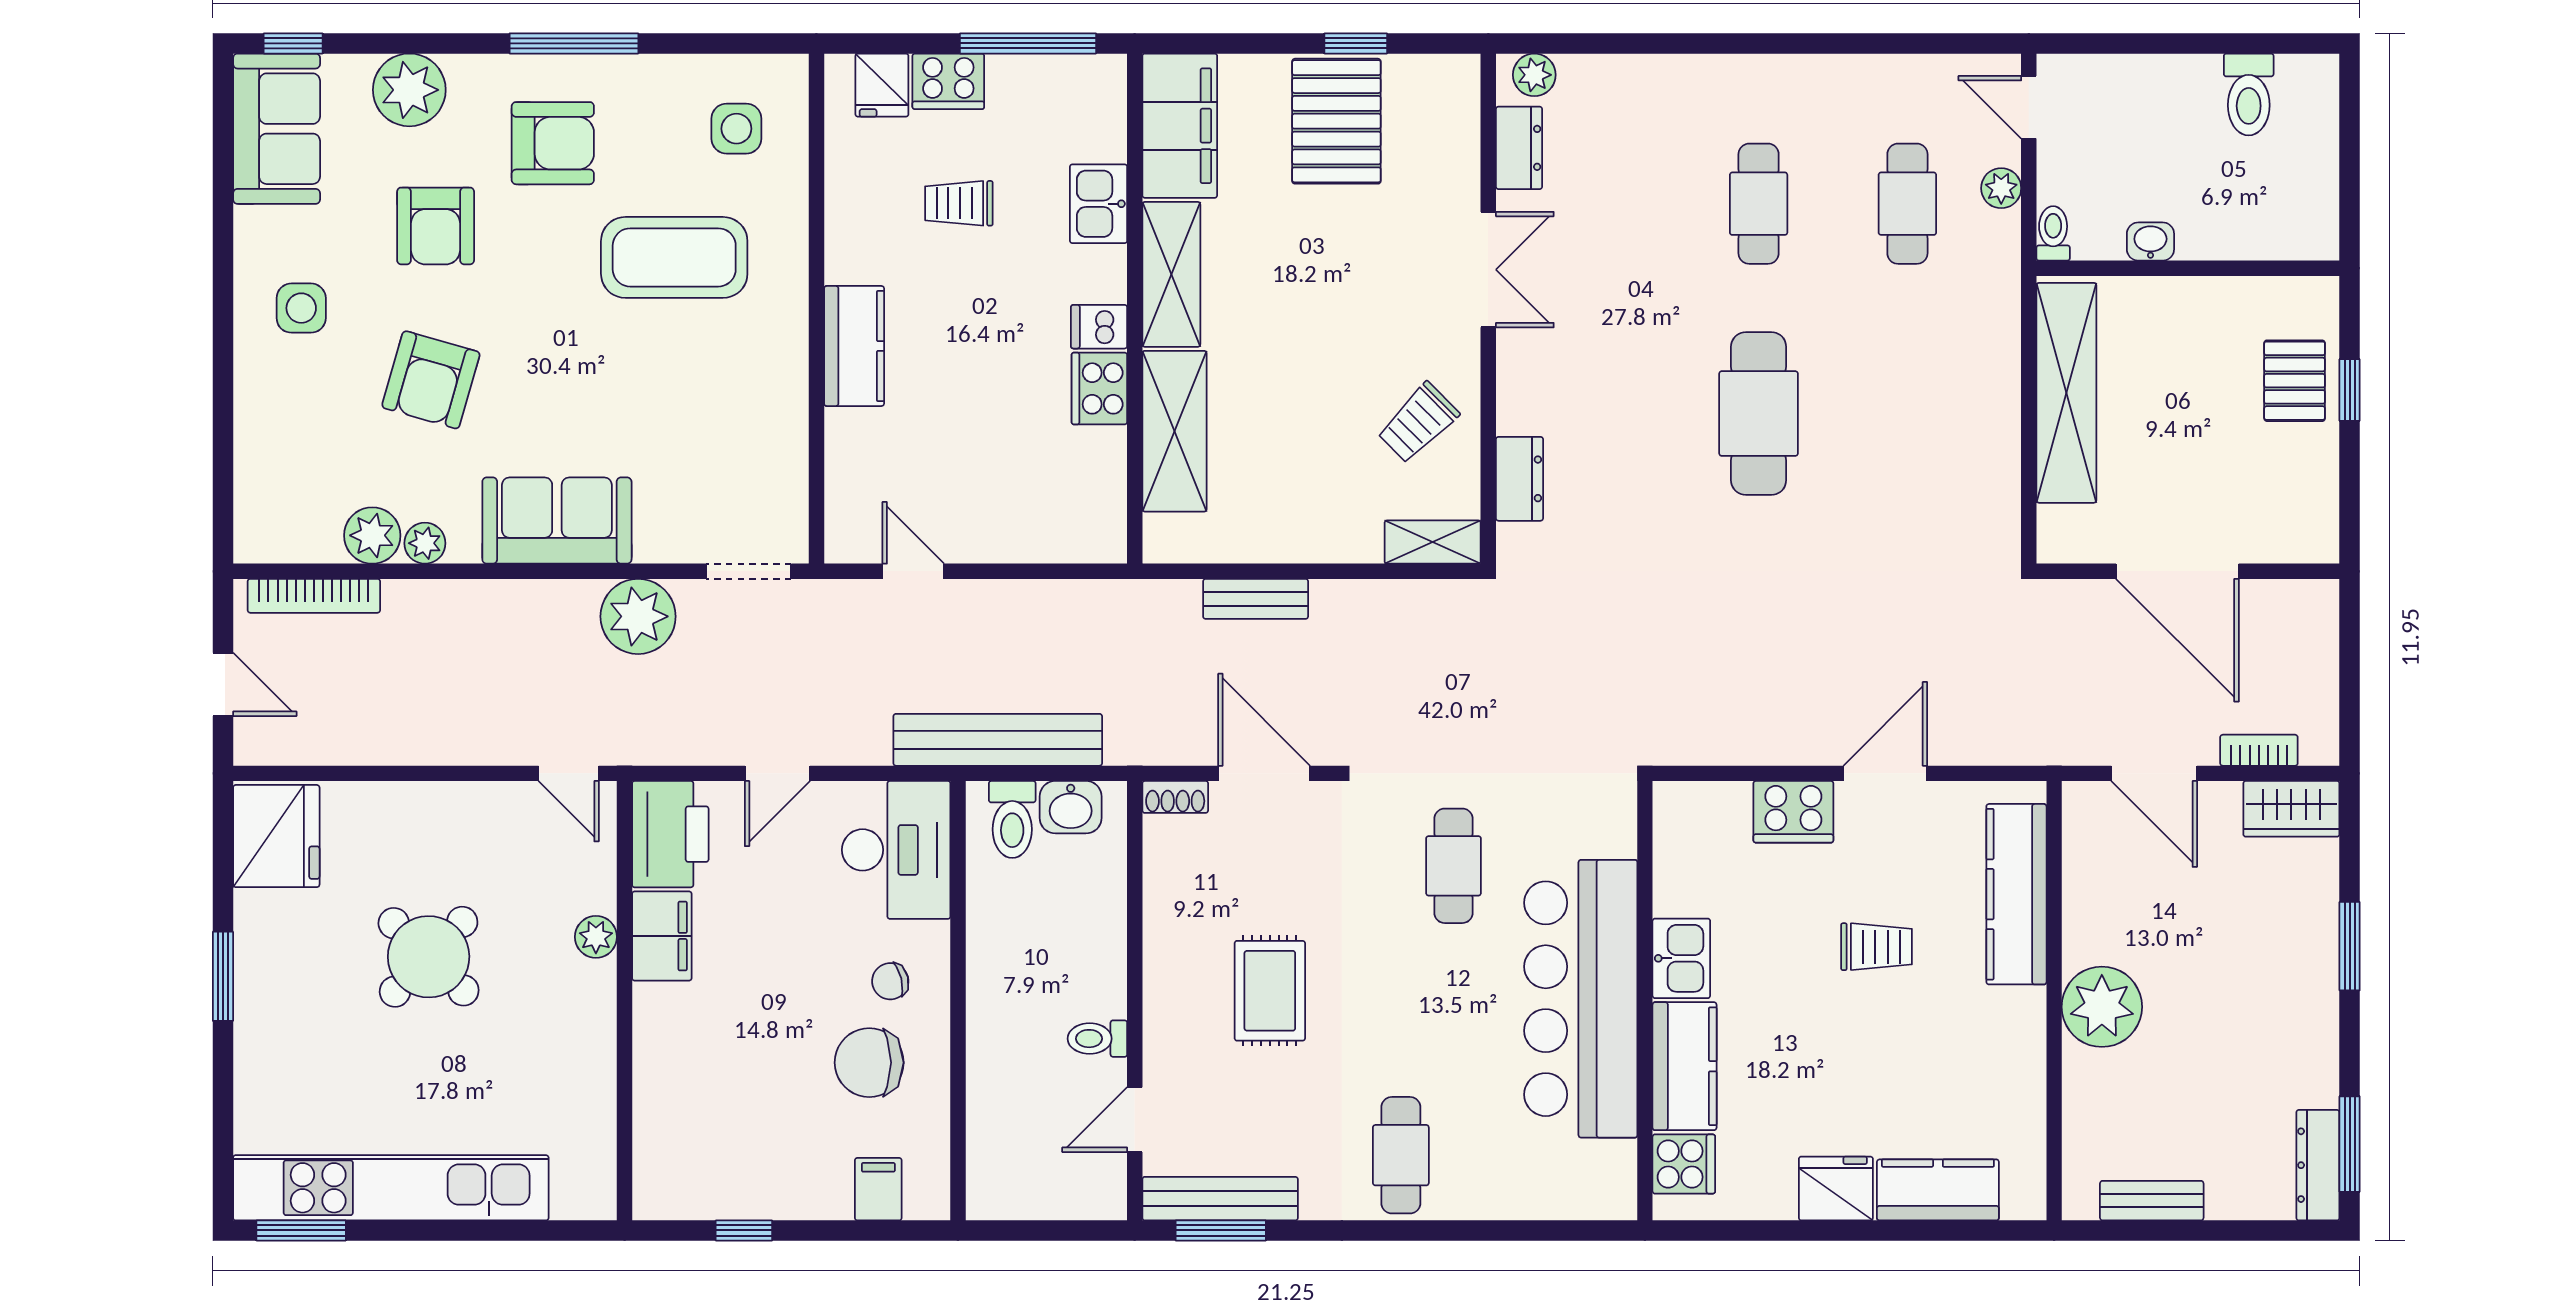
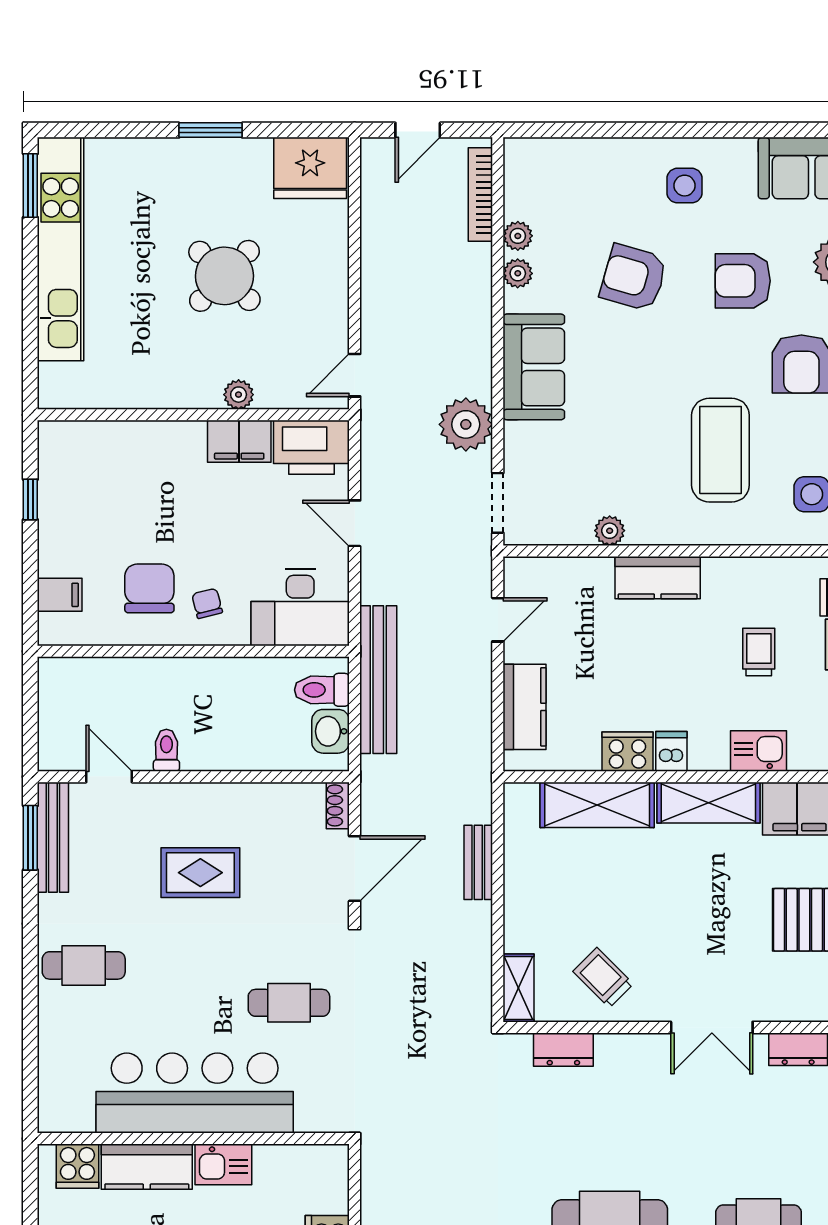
plant: (788, 414) -> (610, 531), added
kitchen counter: (1036, 534) -> (525, 707), added
plant: (372, 535) -> (518, 236), width x0.73, depth x0.73

